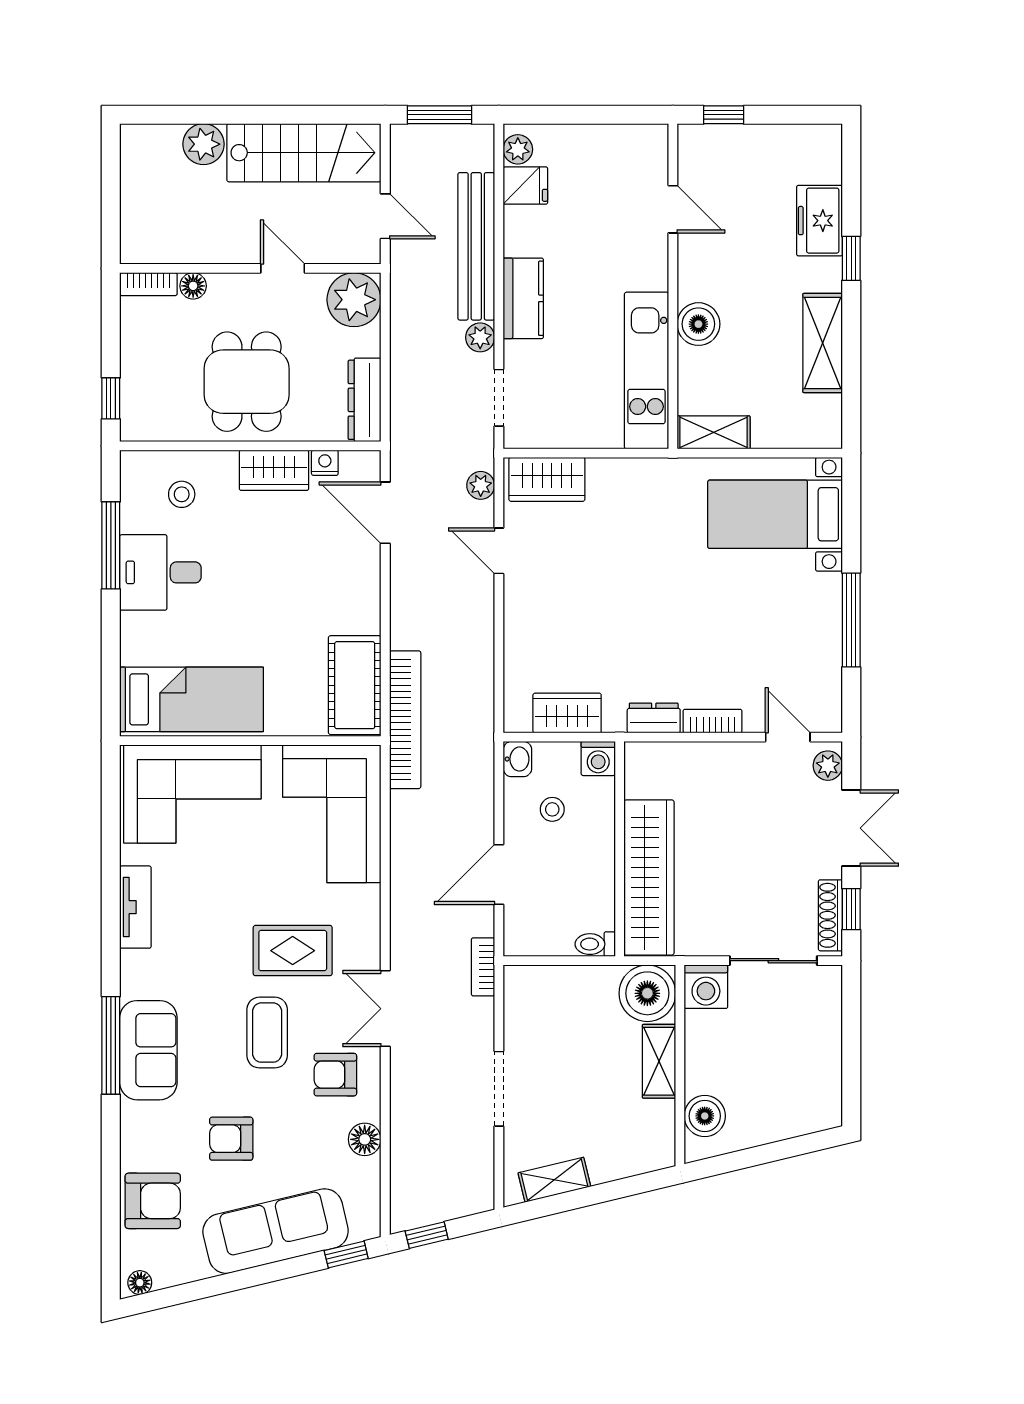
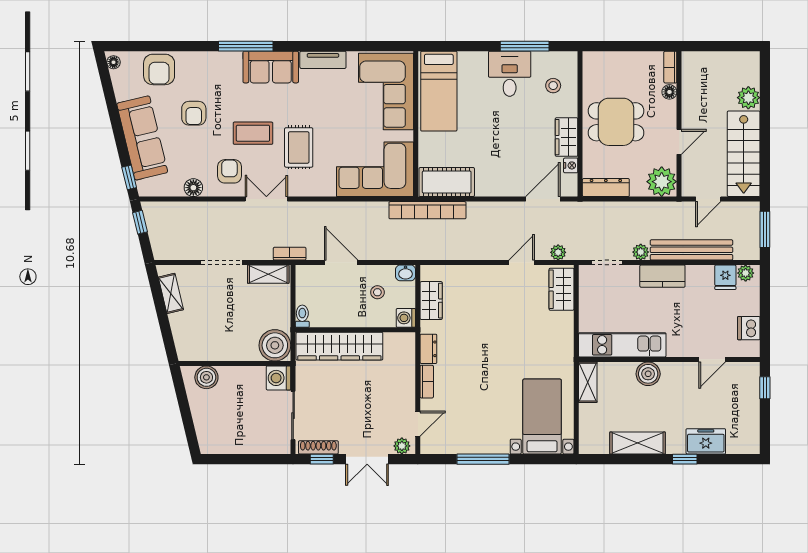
dishwasher: (617, 143) -> (749, 328), added
window: (111, 398) -> (607, 46), removed
sofa: (148, 1050) -> (271, 67), moved
shelving: (659, 1061) -> (268, 274), moved
armchair: (231, 1139) -> (194, 113), turned 180

